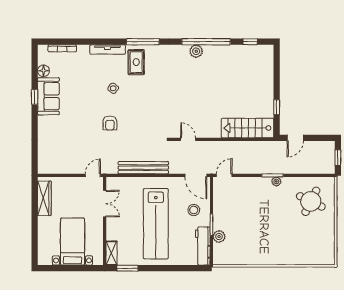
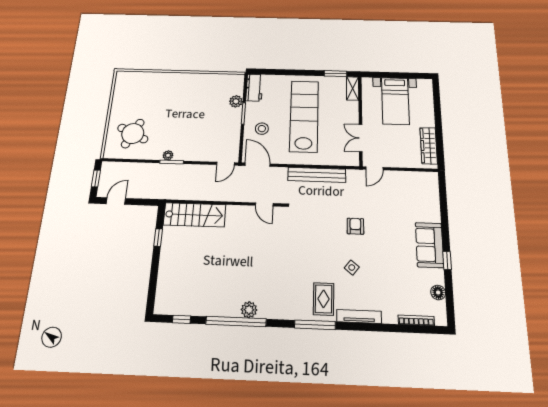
sofa: (48, 96) -> (429, 245), moved
door: (295, 138) -> (116, 201), moved
workbench: (203, 246) -> (254, 88), width x0.73

